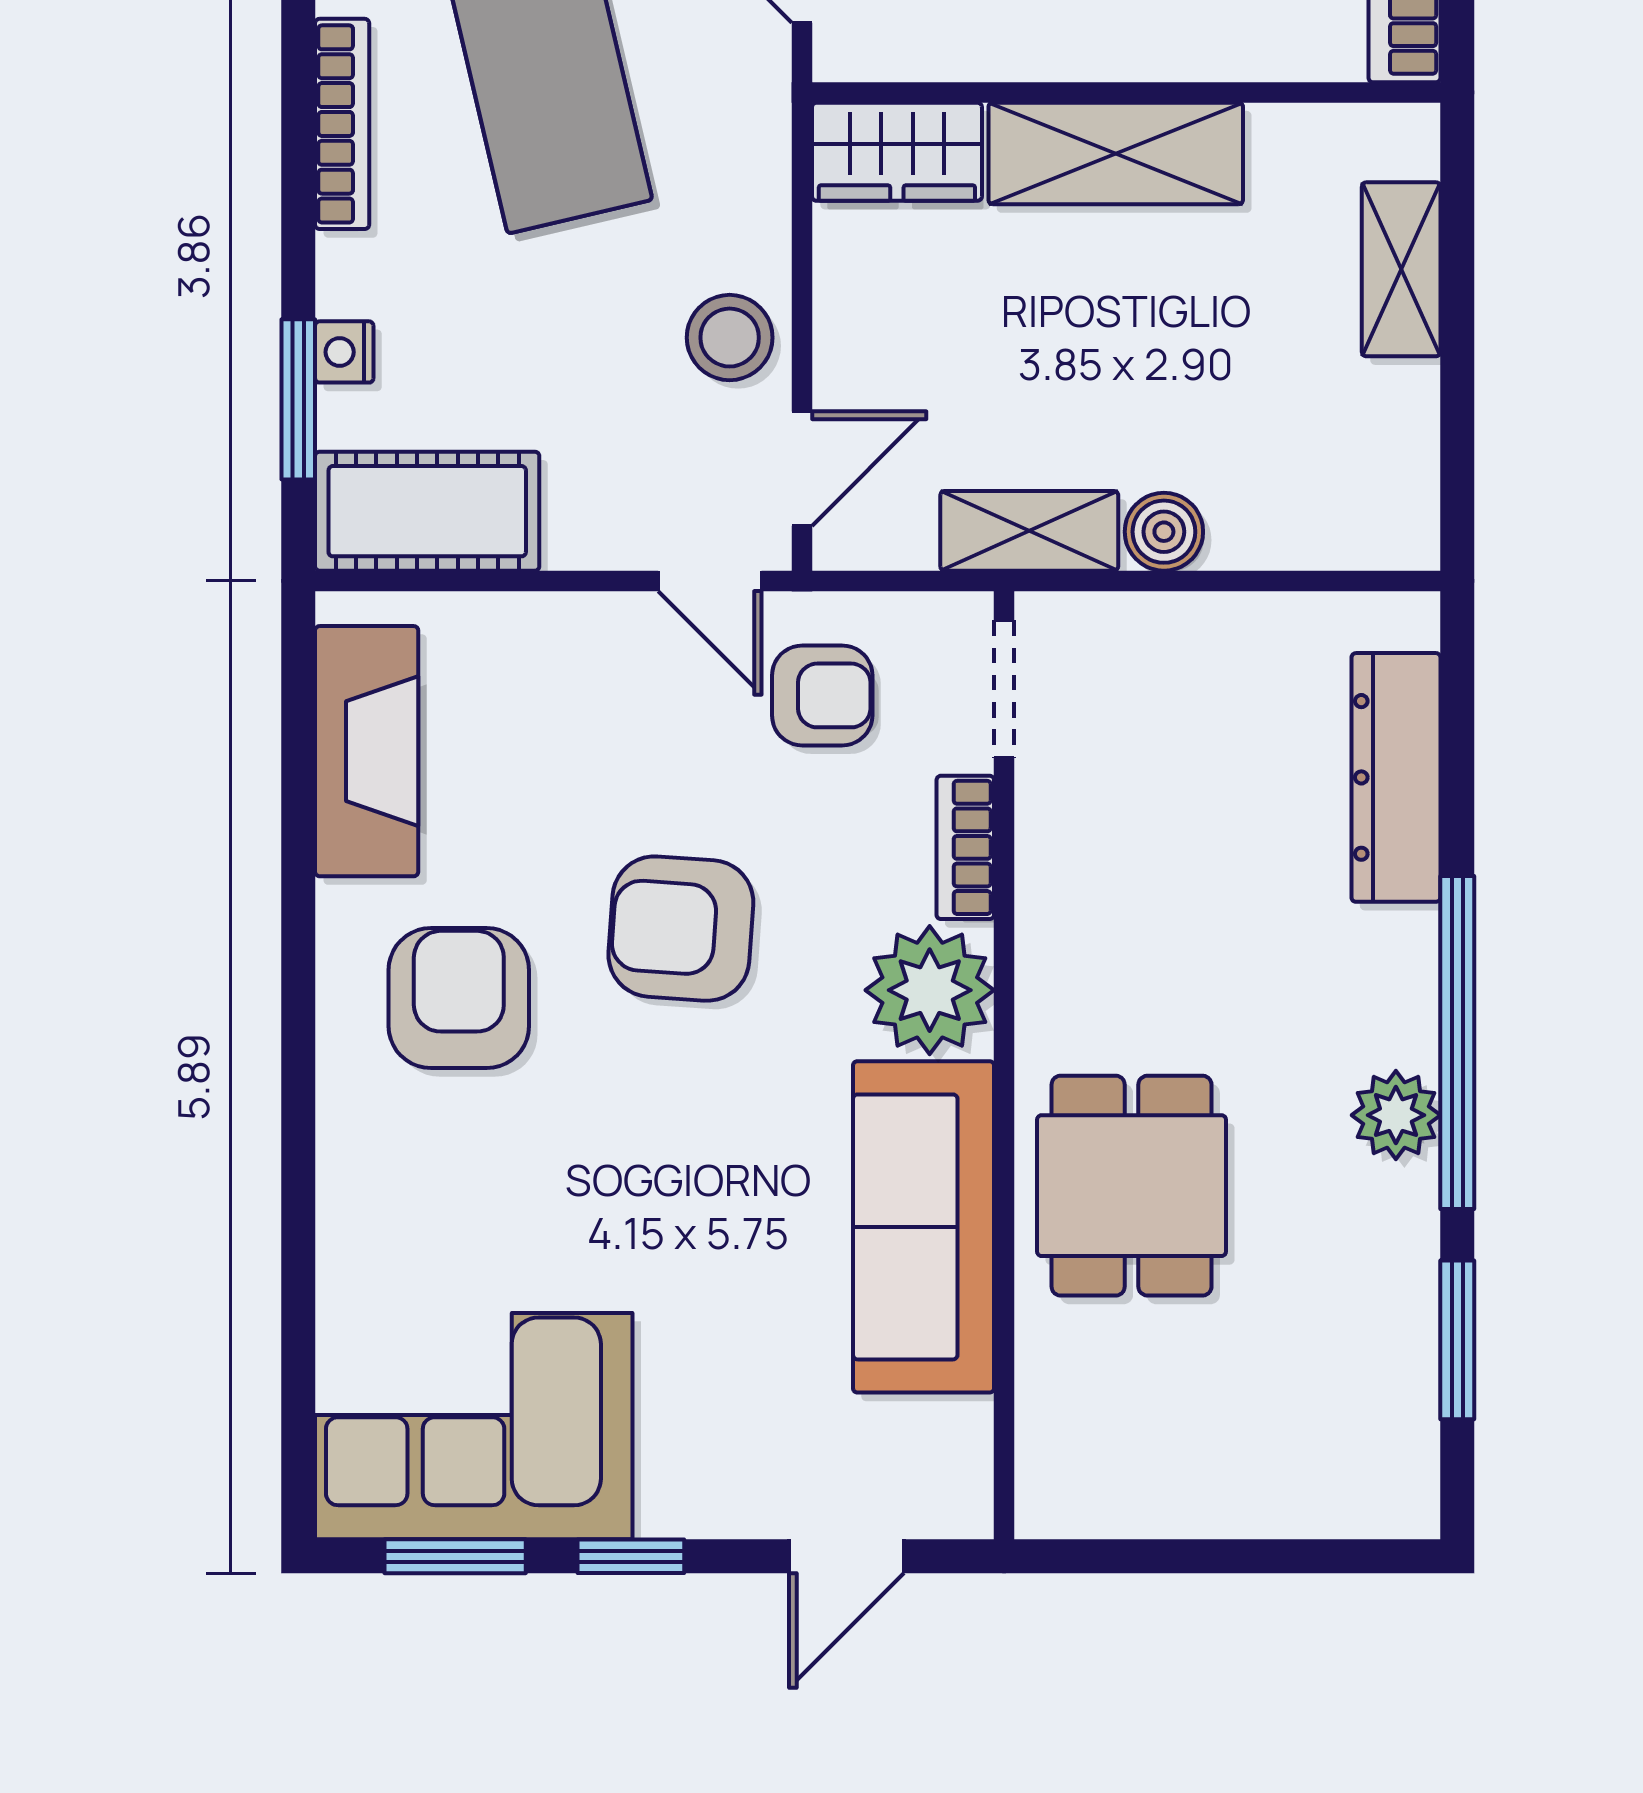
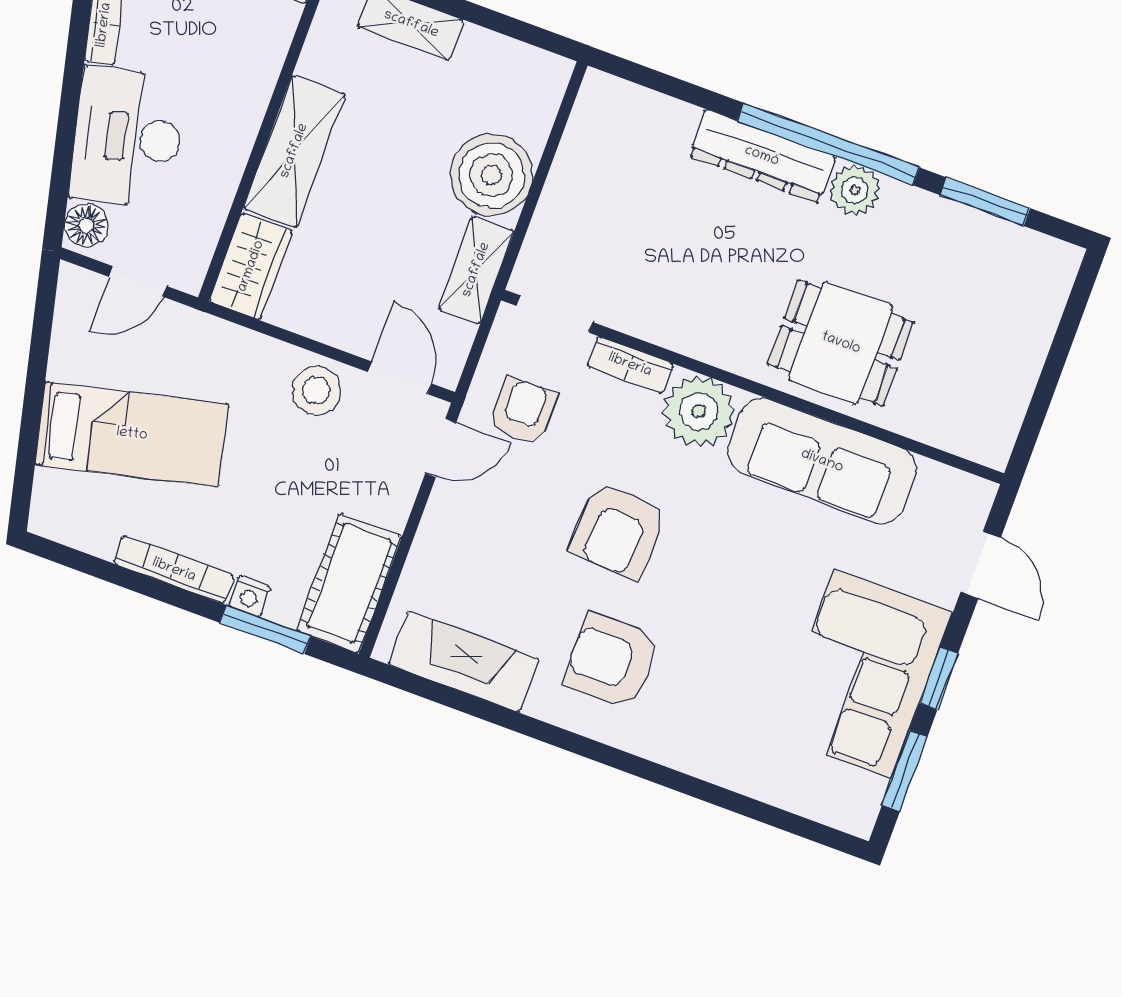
bookcase: (342, 124) -> (174, 570), moved
boiler: (1164, 532) -> (491, 175), width x1.86, depth x1.86
dresser: (1396, 777) -> (762, 156), moved
corner sofa: (474, 1426) -> (863, 674), moved

